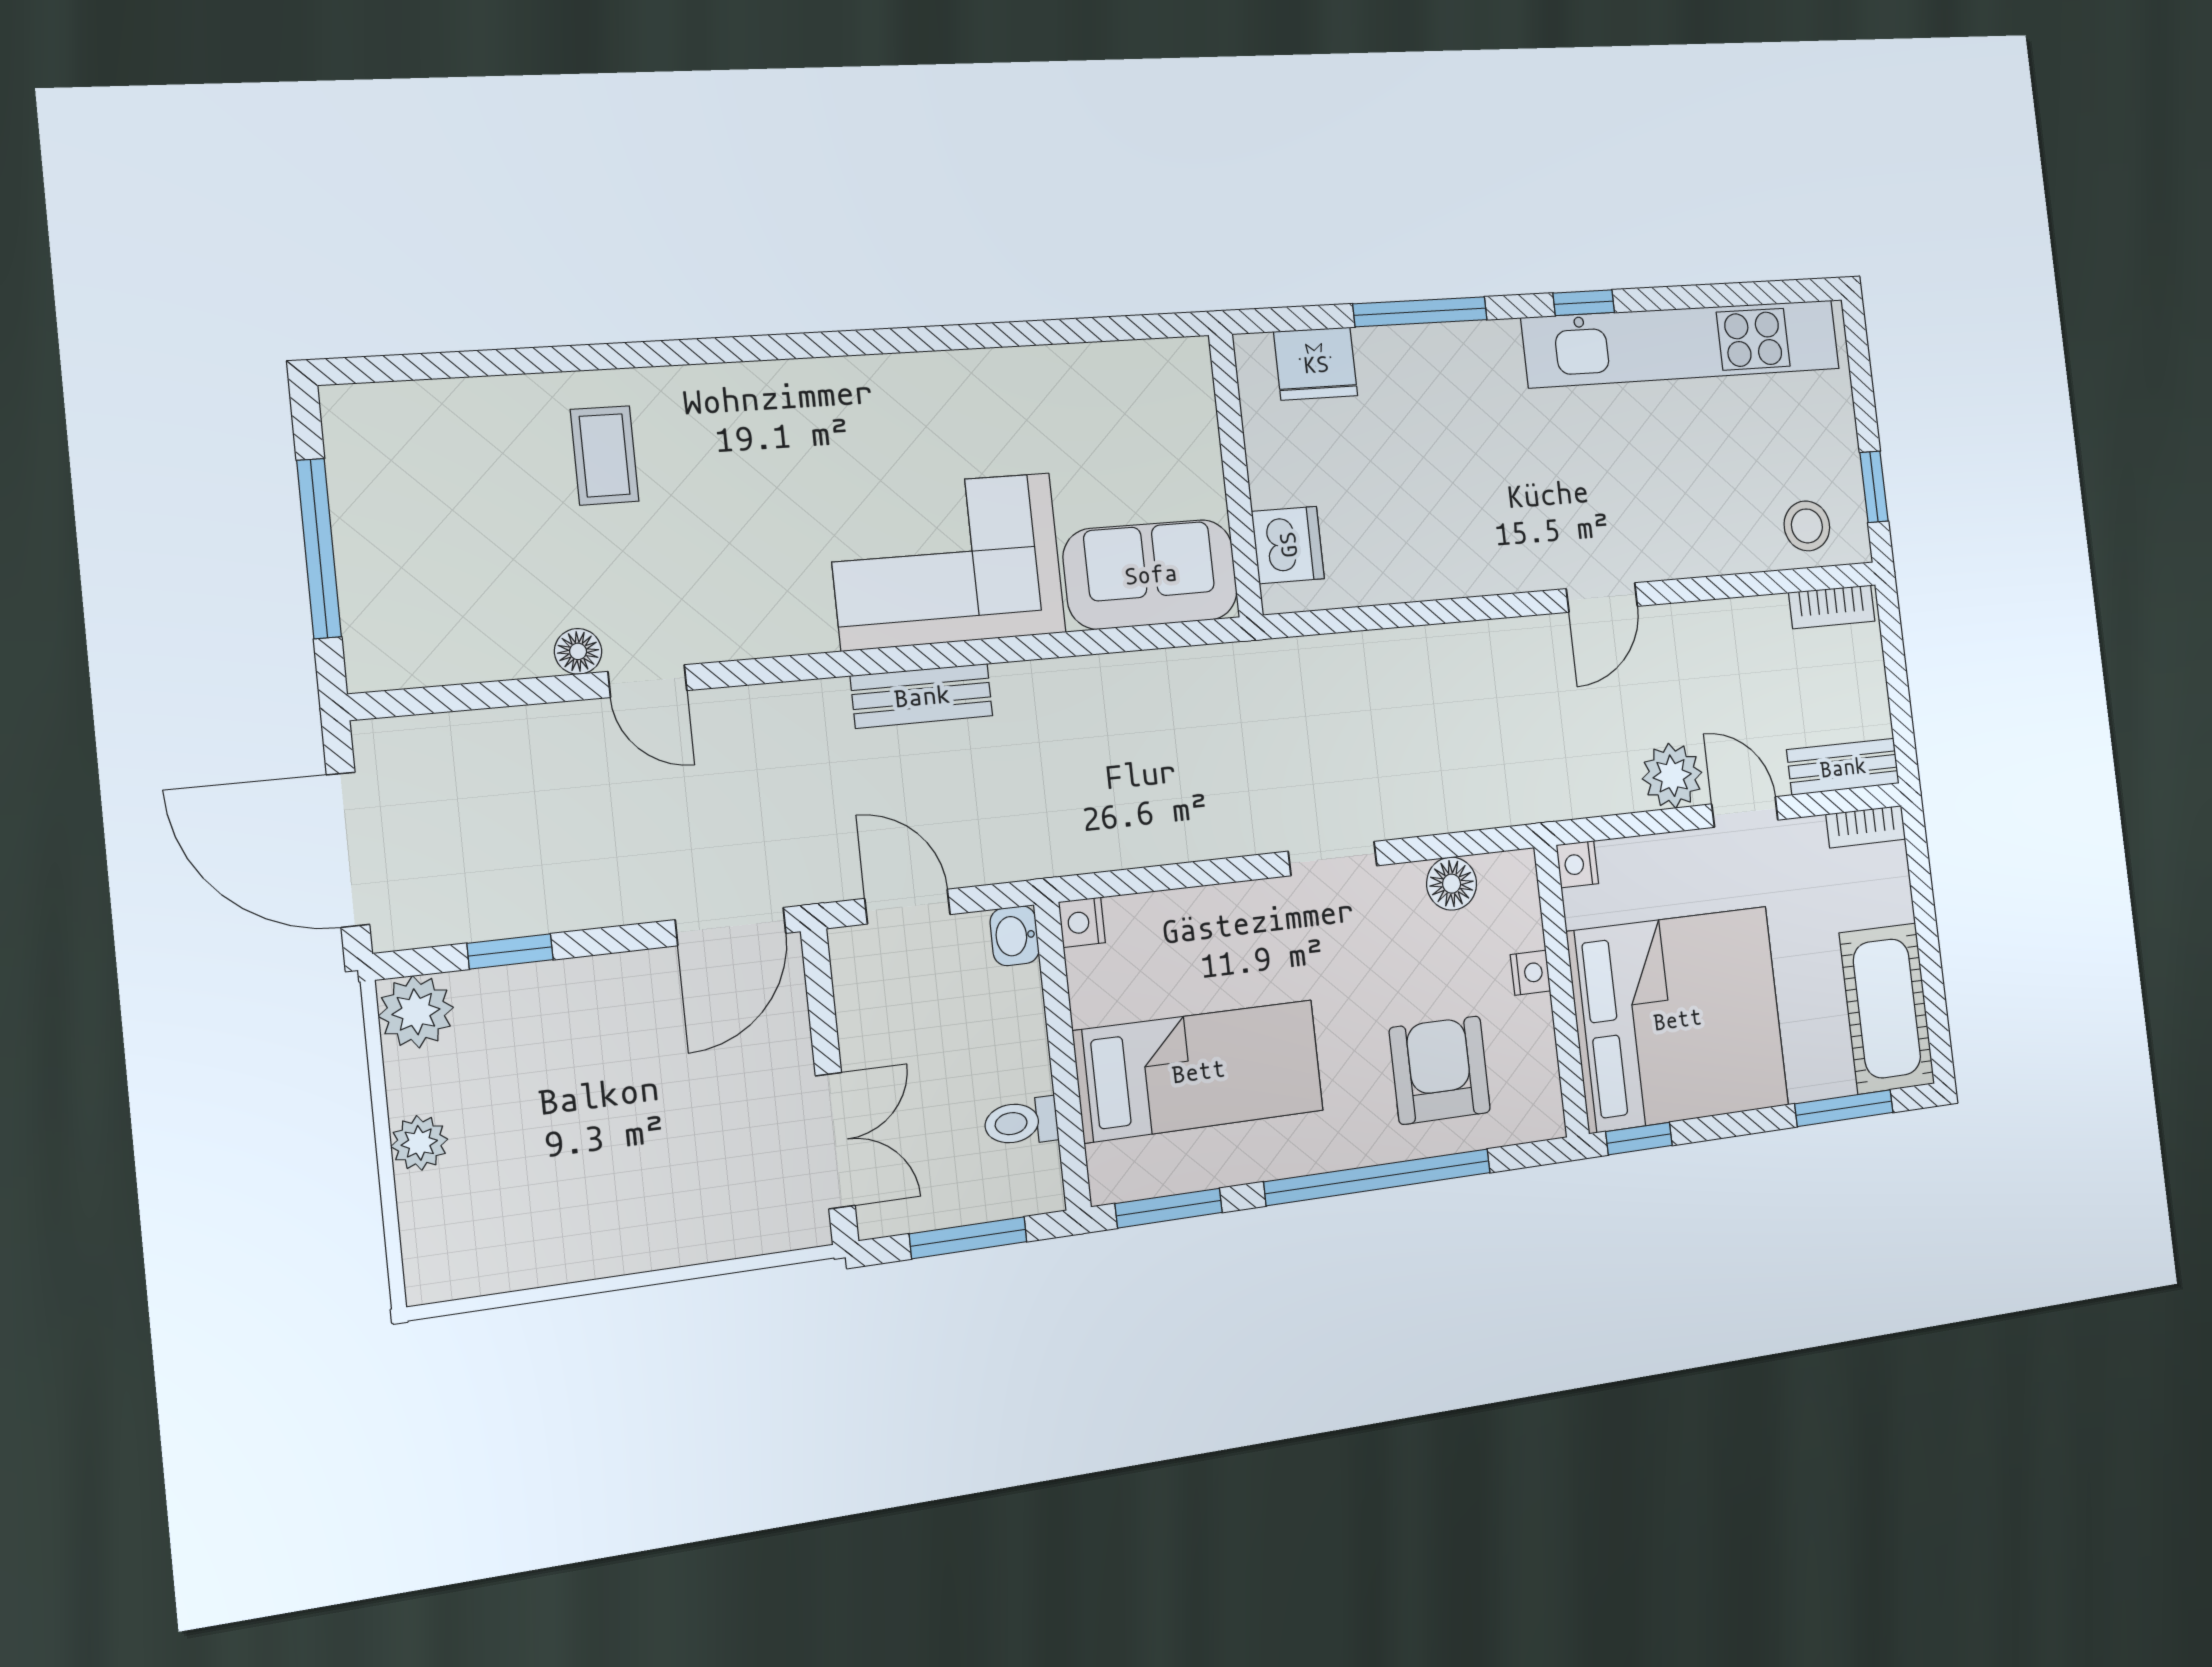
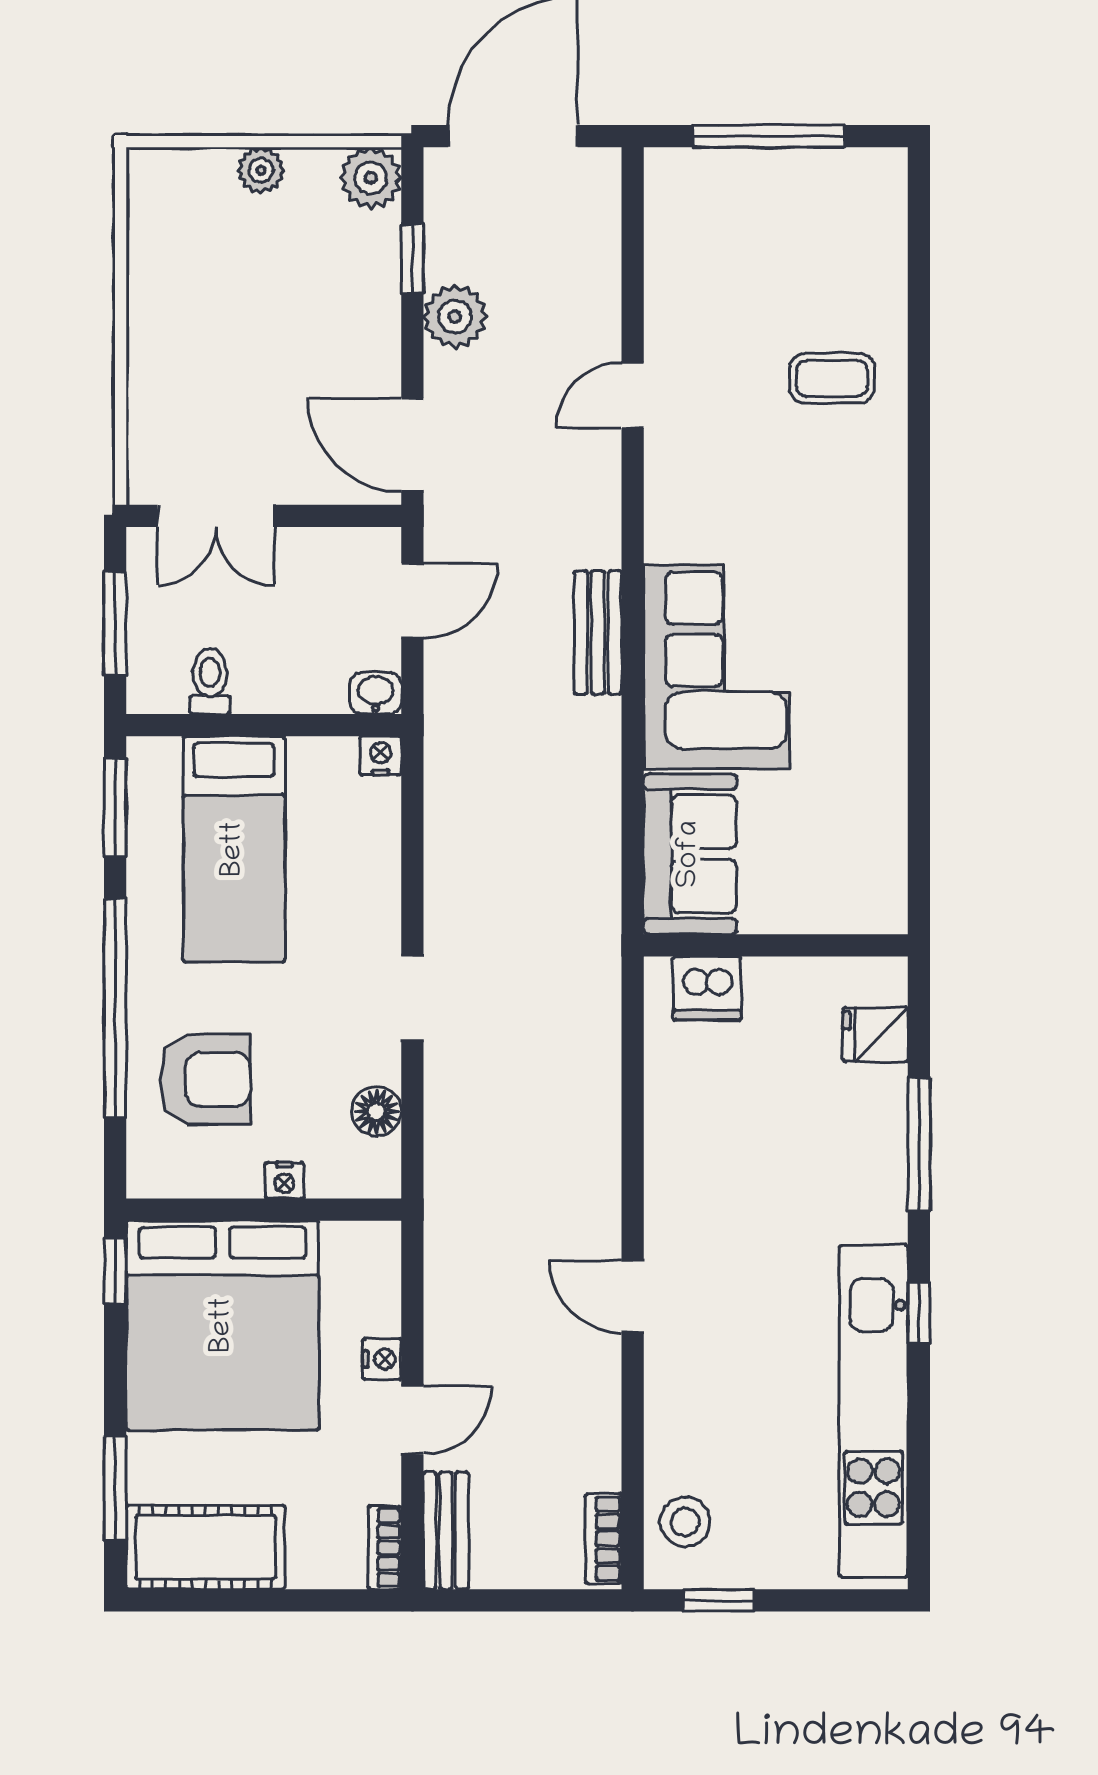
fridge: (1316, 364) -> (875, 1035), width x0.72
floor lamp: (578, 651) -> (663, 339), removed
plant: (1672, 776) -> (455, 317), moved
nightstand: (1577, 864) -> (382, 1359), moved, turned 90

